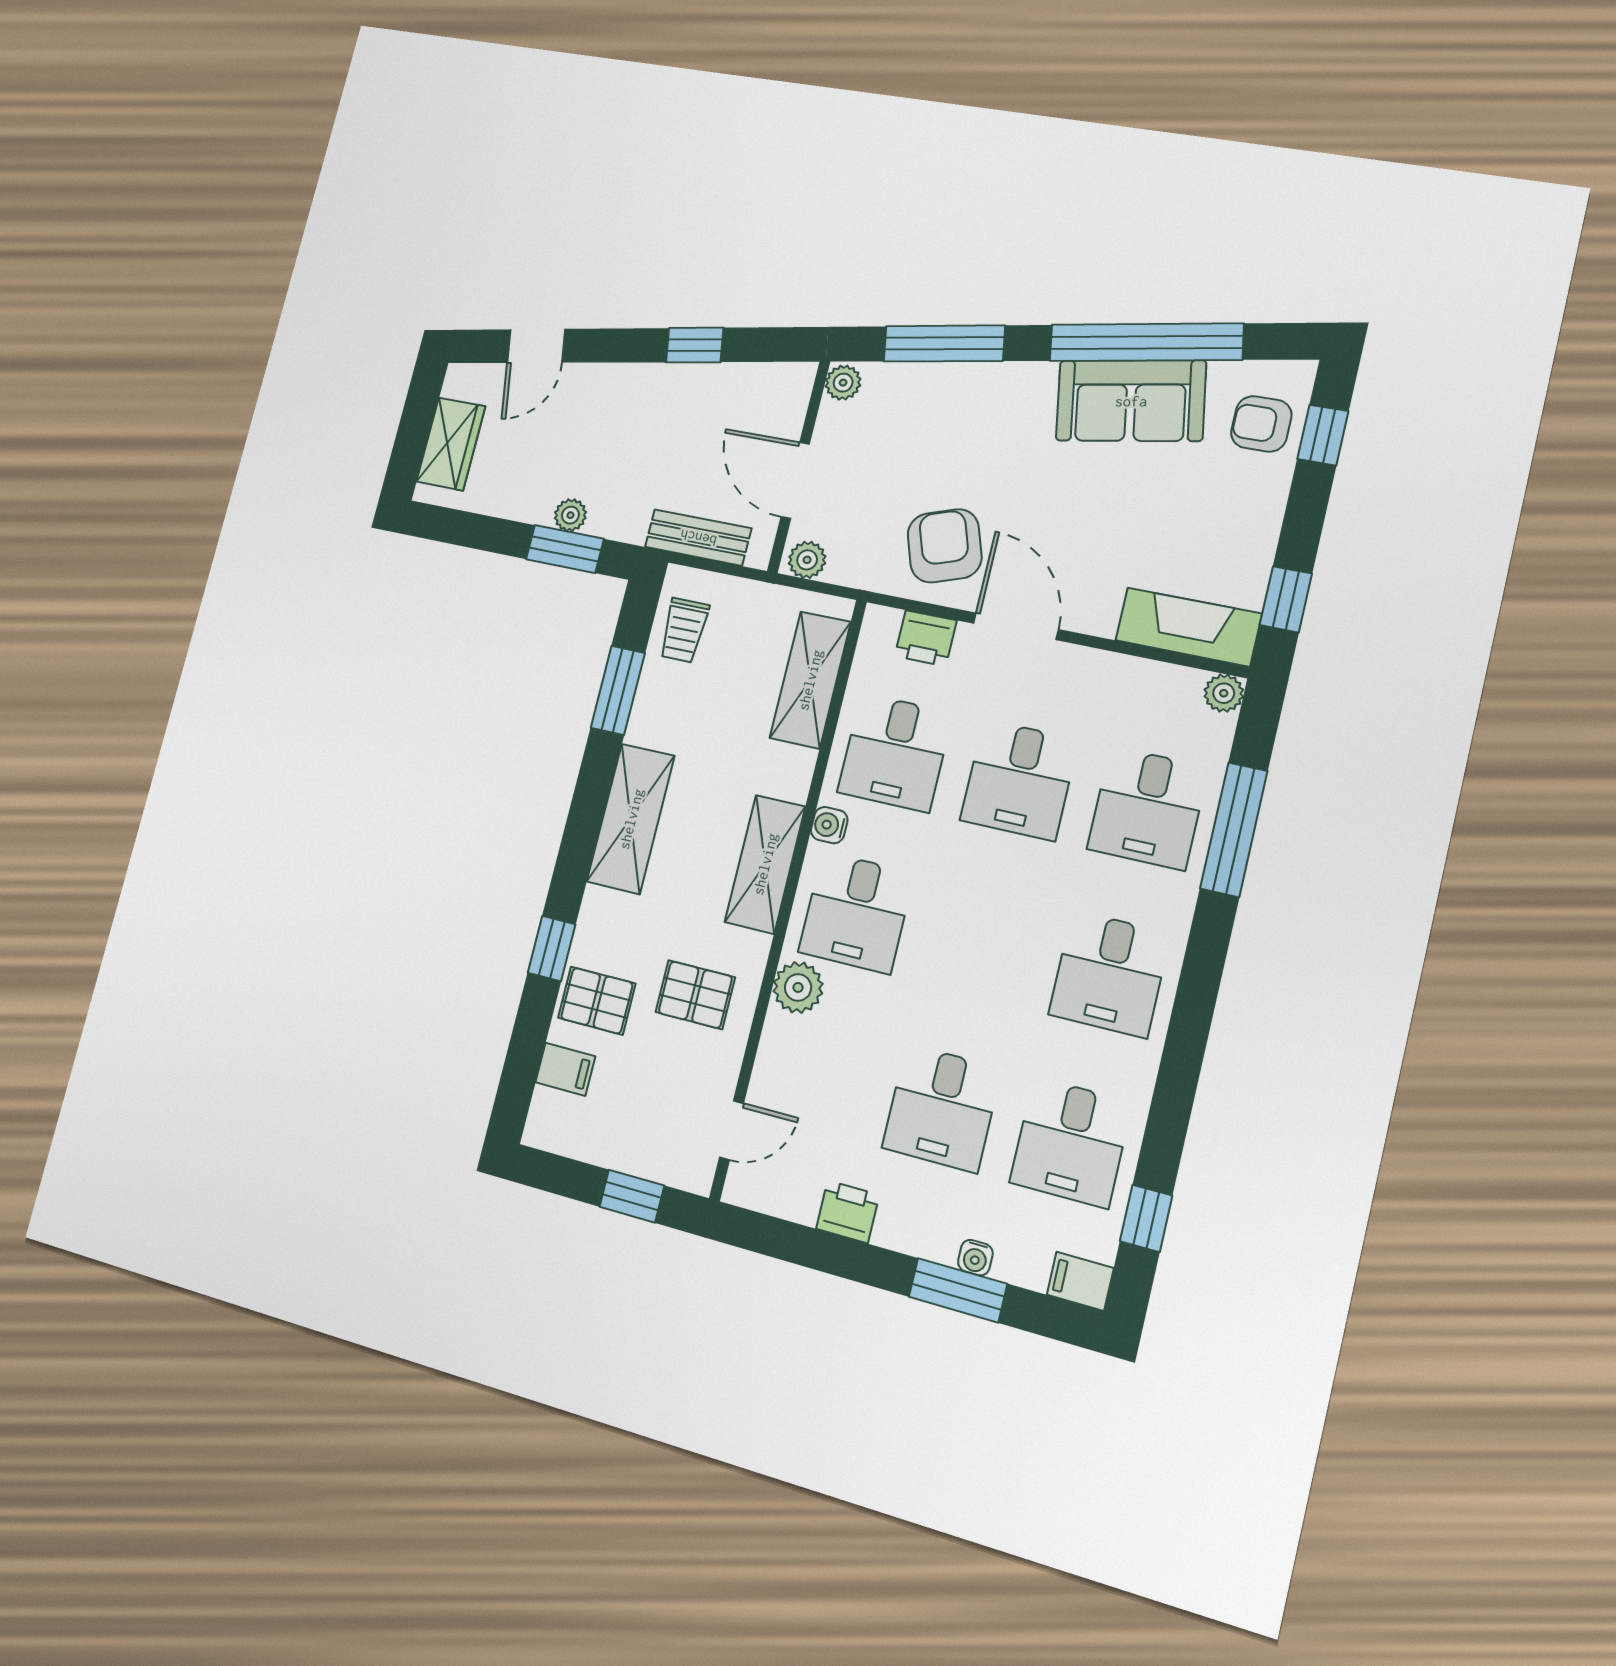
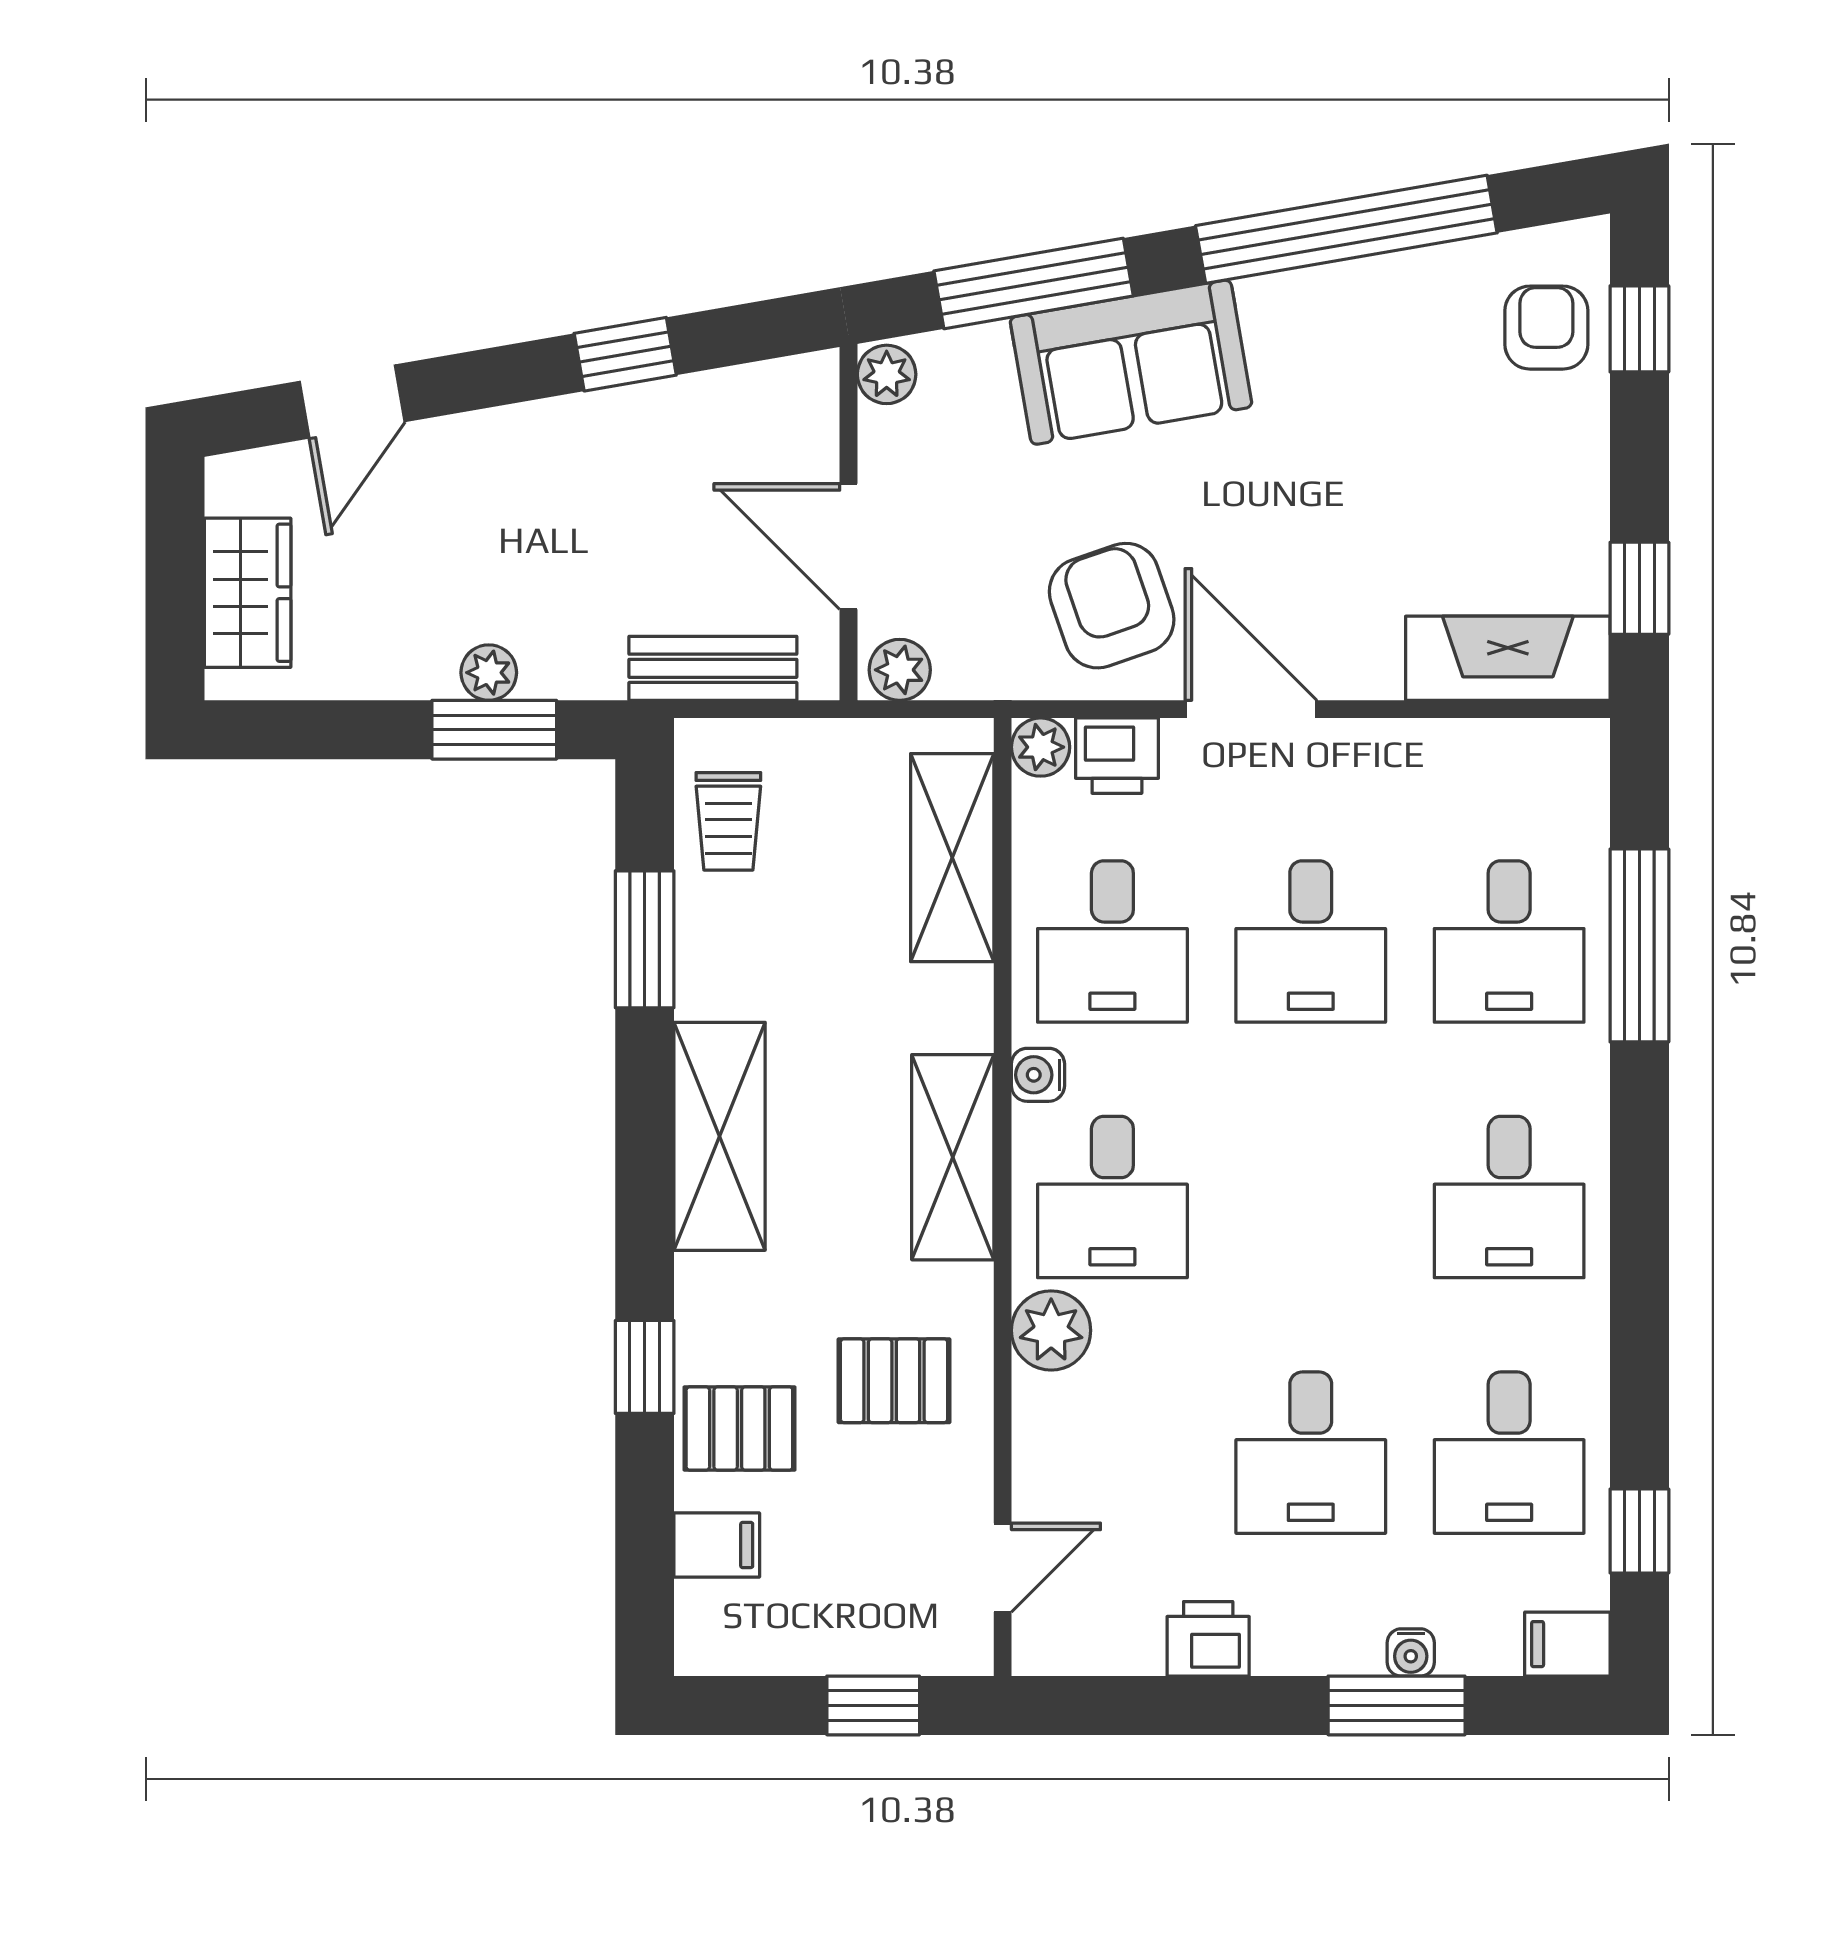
sofa: (1131, 401) -> (1131, 362), moved
armchair: (1261, 424) -> (1546, 328), turned 90
plant: (1224, 693) -> (1041, 747), moved

